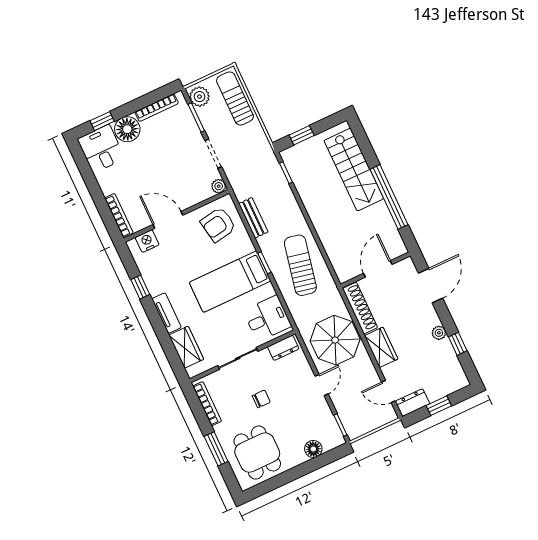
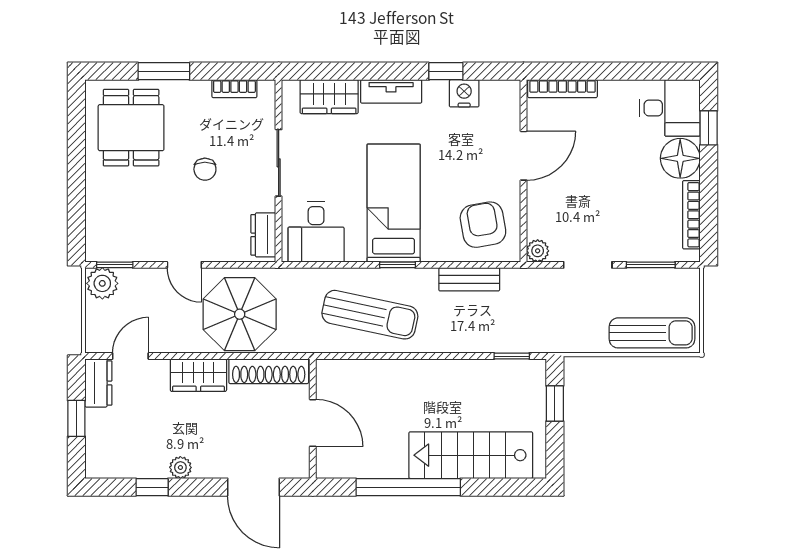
plant: (199, 97) -> (102, 283), moved
nightstand: (147, 241) -> (464, 93), moved, turned -90
bookcase: (207, 404) -> (234, 89), width x0.64
floor lamp: (313, 449) -> (98, 210), removed
dining table: (257, 453) -> (131, 128), turned 90

